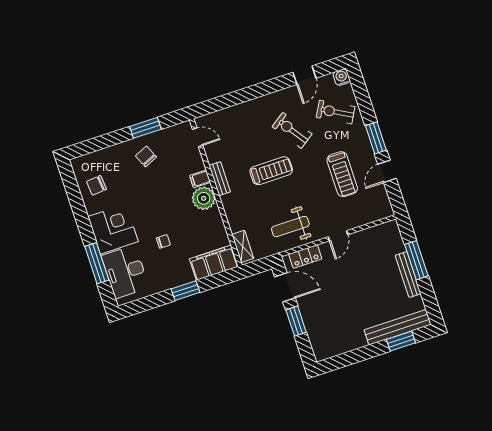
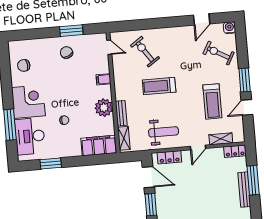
exercise bike: (292, 130) -> (145, 52), moved
treadmill: (271, 171) -> (159, 86), turned 180
bench: (220, 179) -> (121, 113), moved
plant: (204, 198) -> (104, 108), moved
shelving: (364, 218) -> (221, 139), added
weight bench: (290, 227) -> (164, 132), turned 180
locker: (385, 229) -> (235, 151), added
window: (185, 291) -> (51, 163), moved

